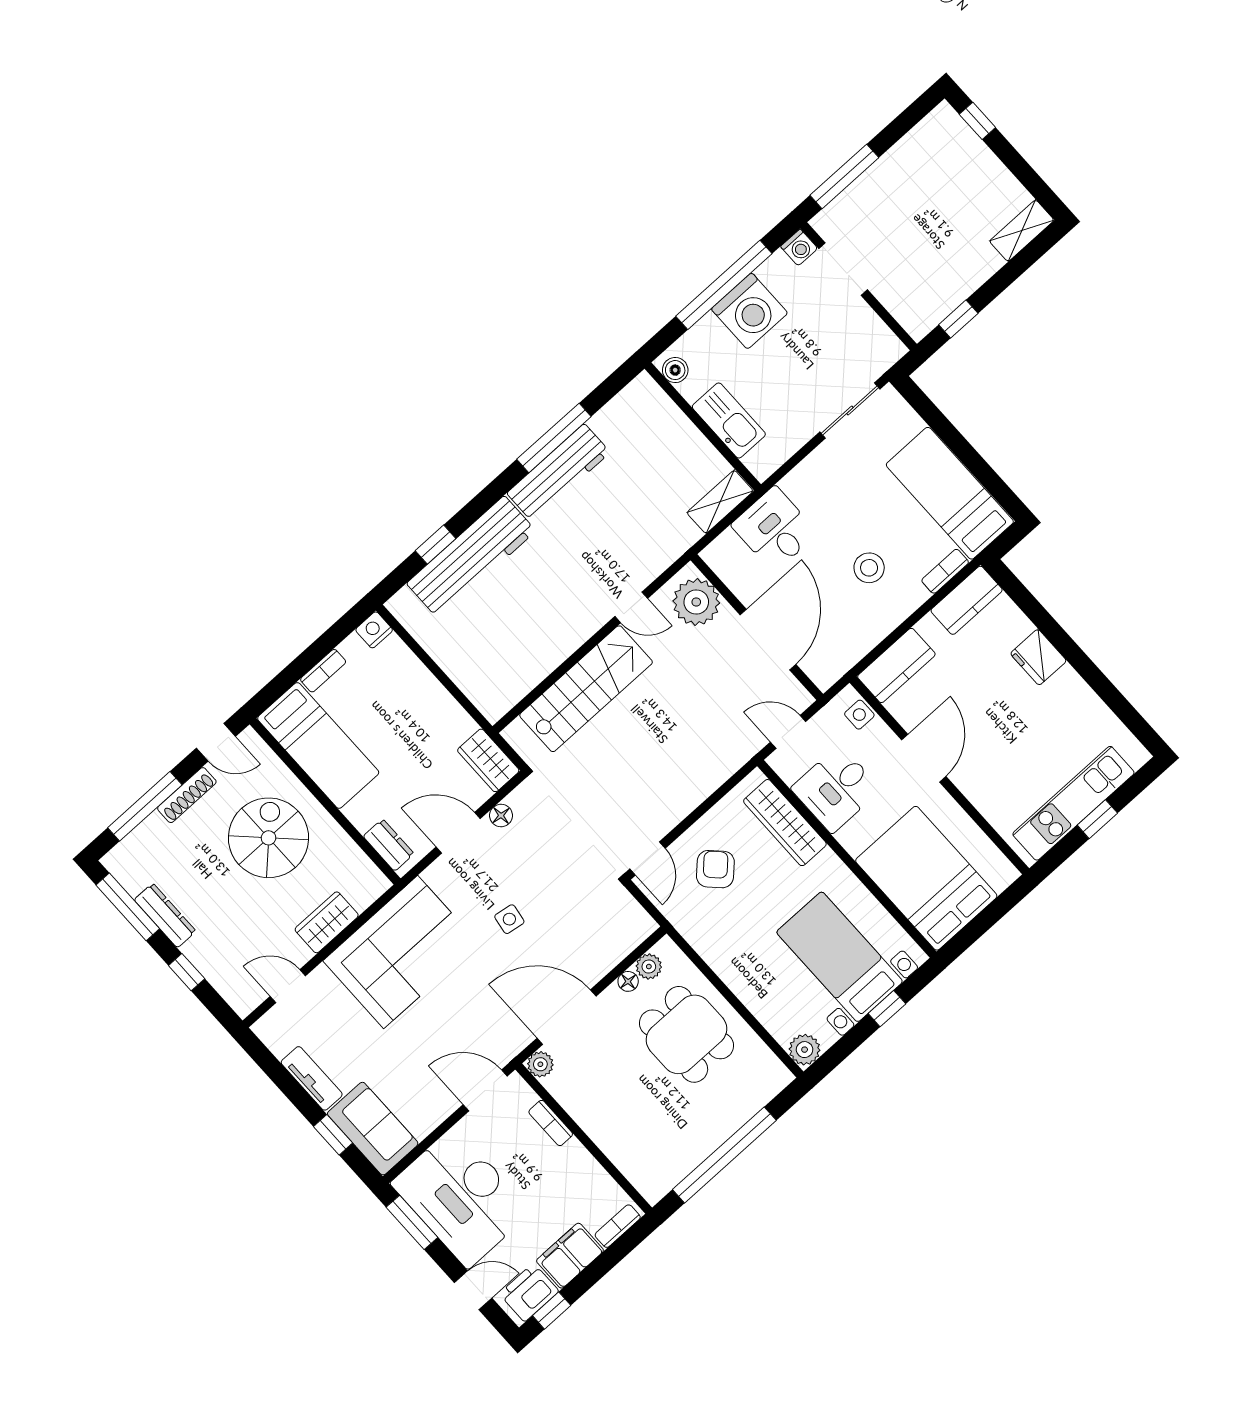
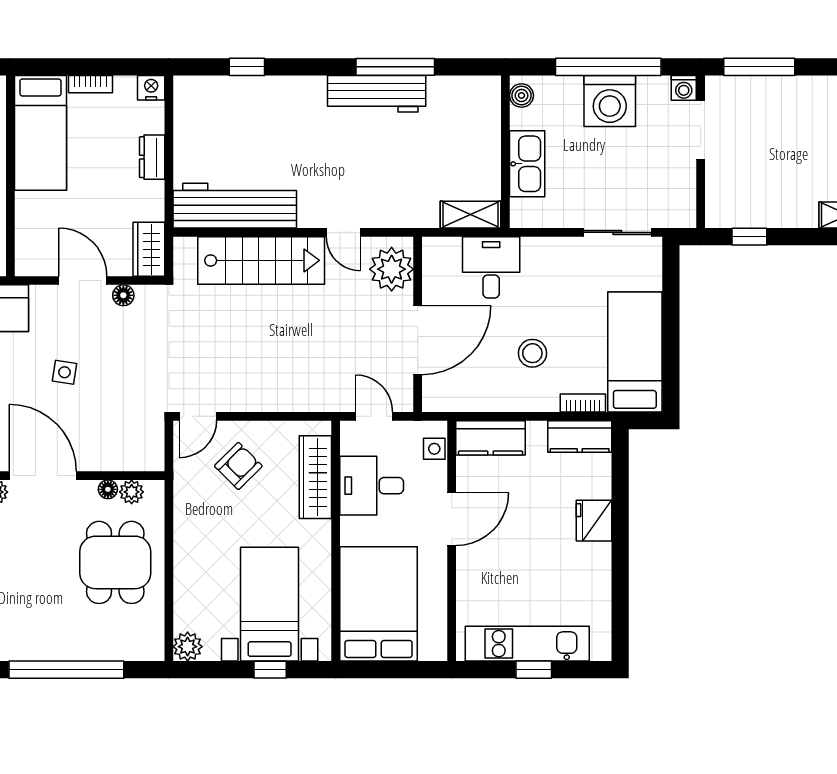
workbench: (471, 557) -> (235, 206), moved, turned 180
dresser: (389, 845) -> (152, 157), moved, turned 180

